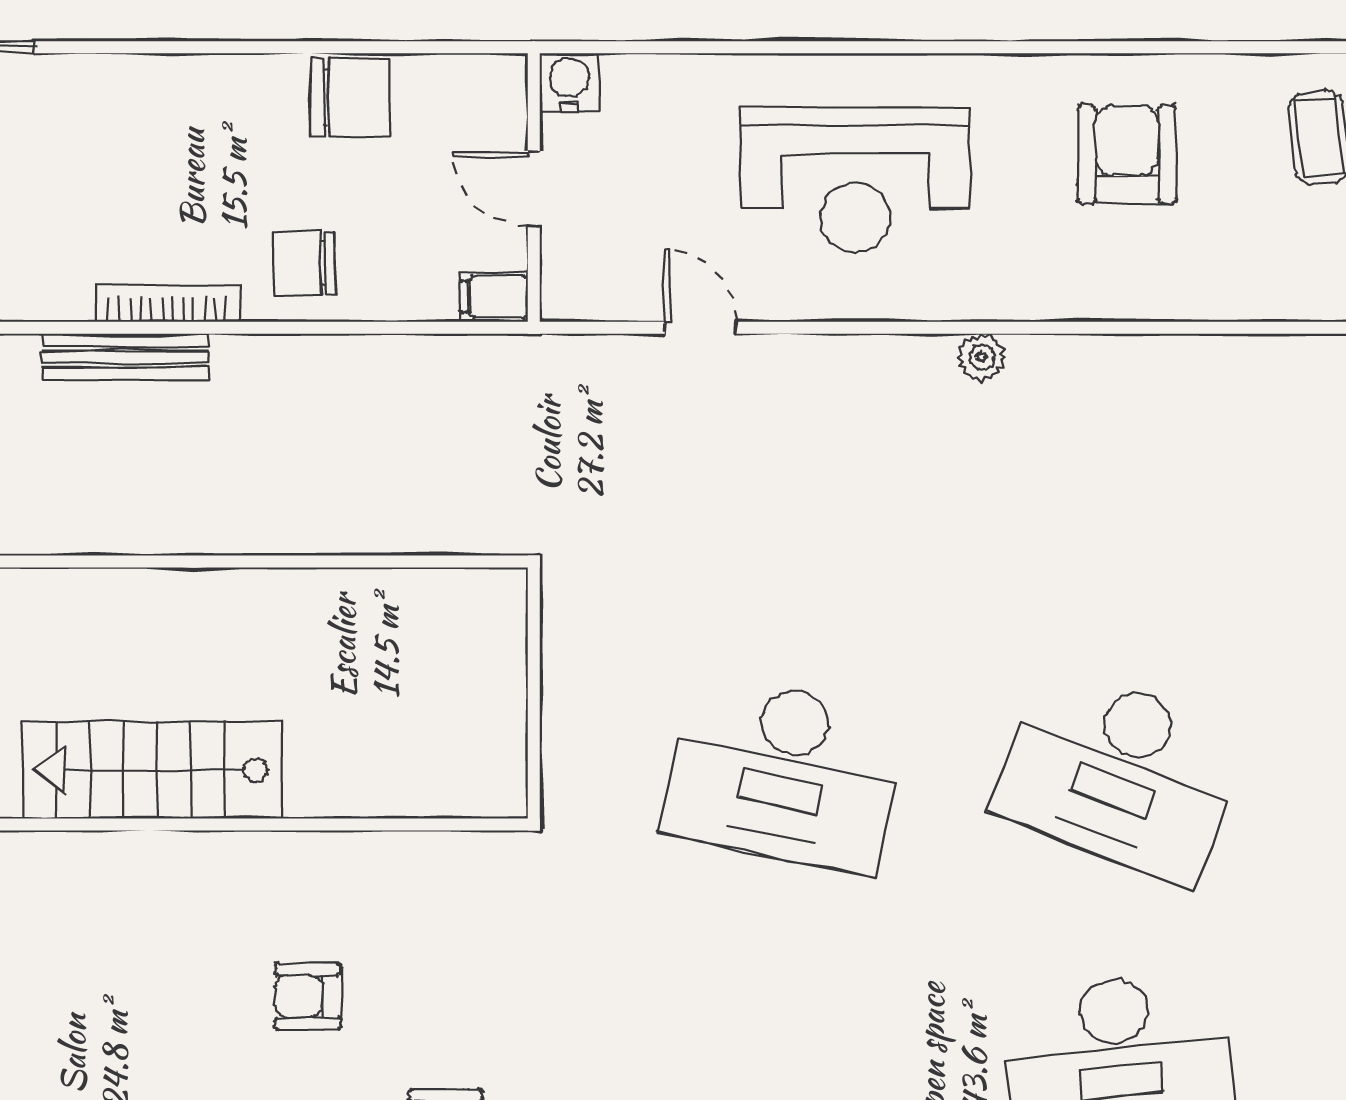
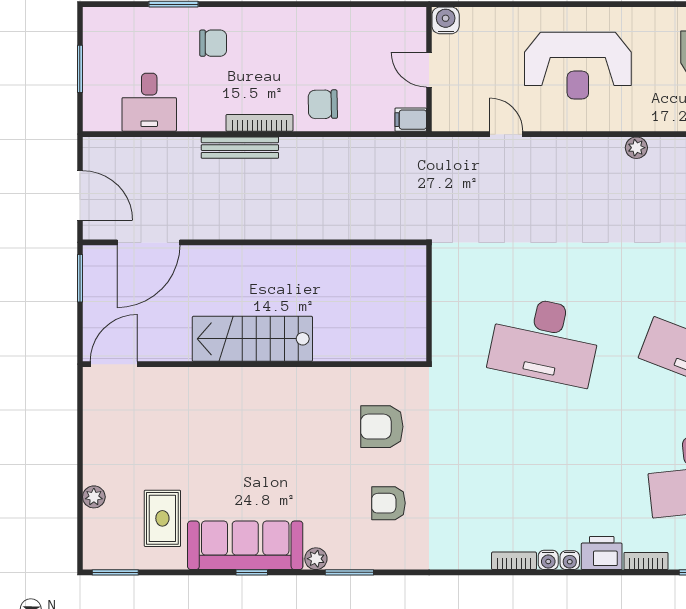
chair: (350, 97) -> (213, 43), moved, width x0.73, depth x0.73
armchair: (308, 996) -> (382, 427), moved, width x1.38, depth x1.38

